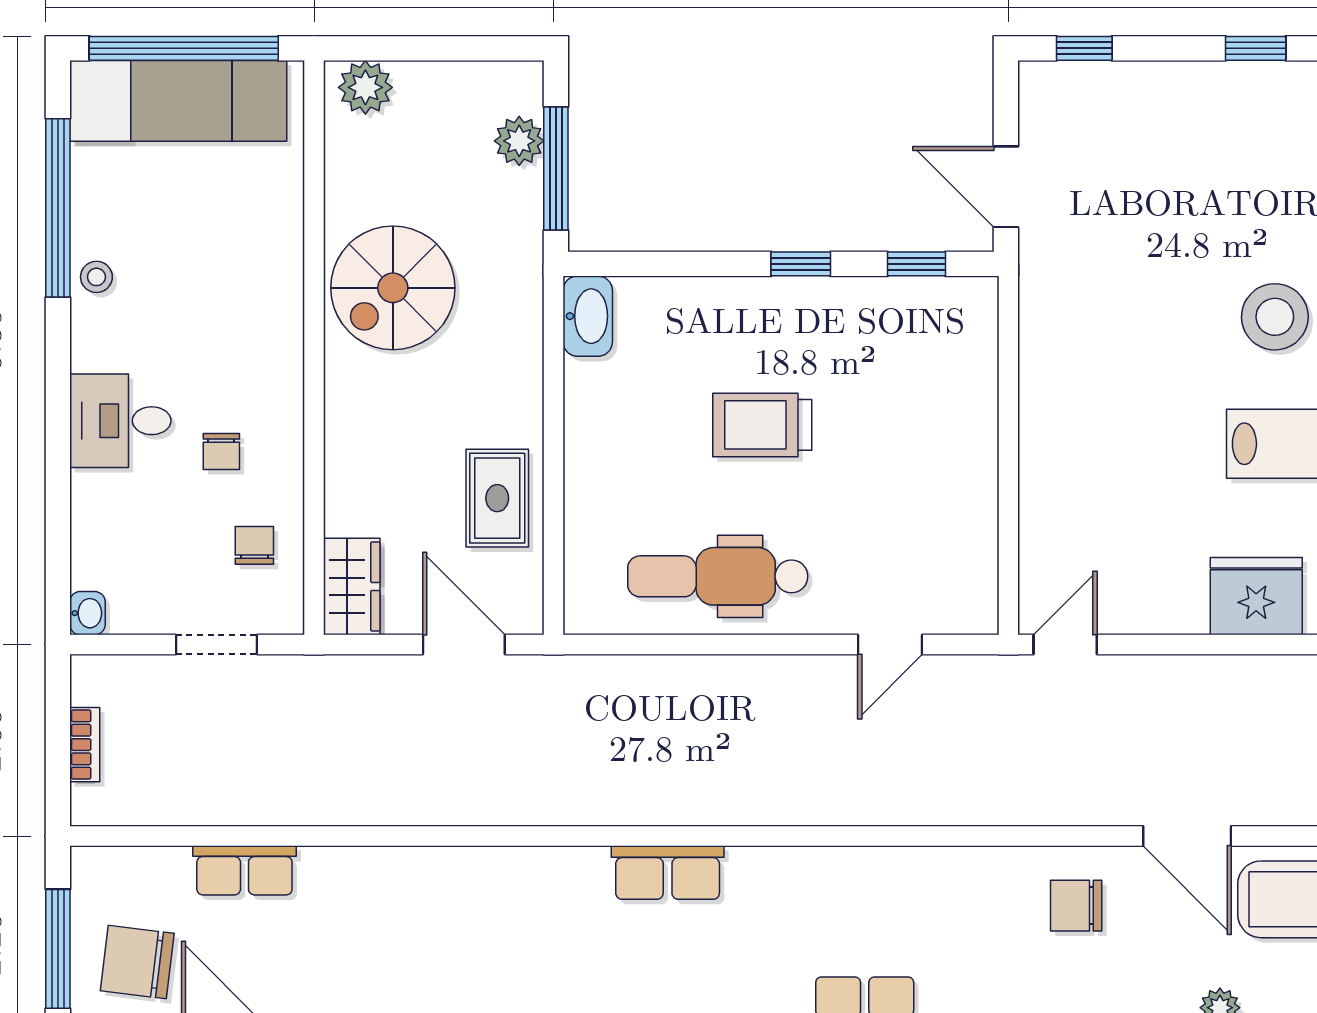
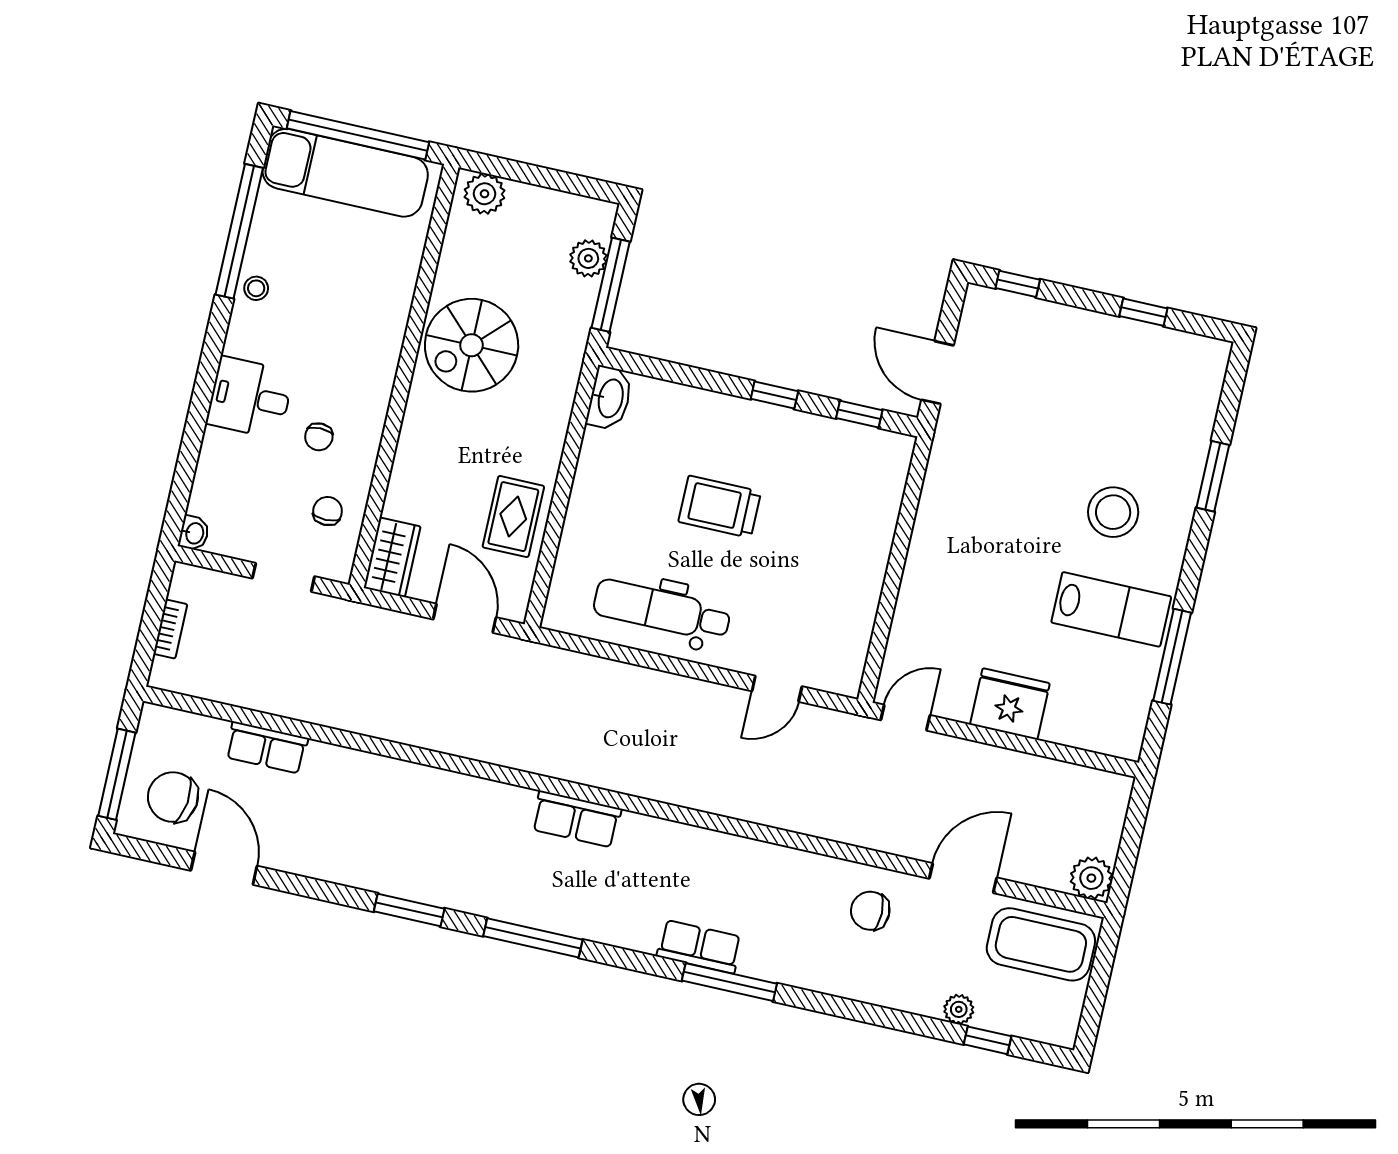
fridge: (1256, 596) -> (1010, 704), moved
door: (1187, 836) -> (963, 878), swing flipped

